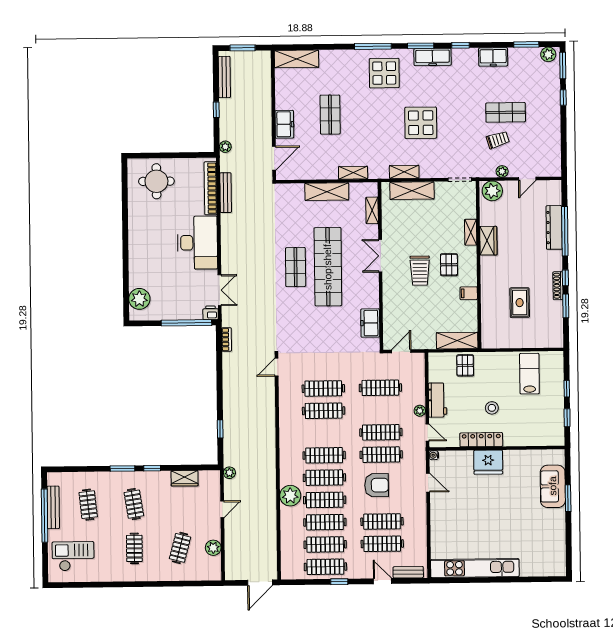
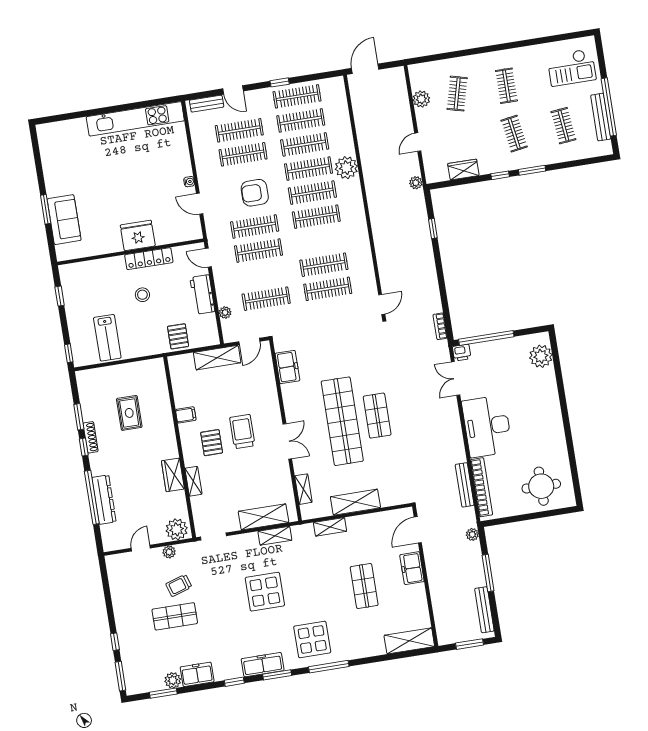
plant: (548, 54) -> (173, 680), moved
window: (216, 110) -> (488, 573), width x2.17
shelving: (457, 341) -> (217, 358), moved
window: (567, 389) -> (69, 353), moved
plant: (420, 411) -> (225, 313), moved
water cooler: (434, 455) -> (189, 182), moved

